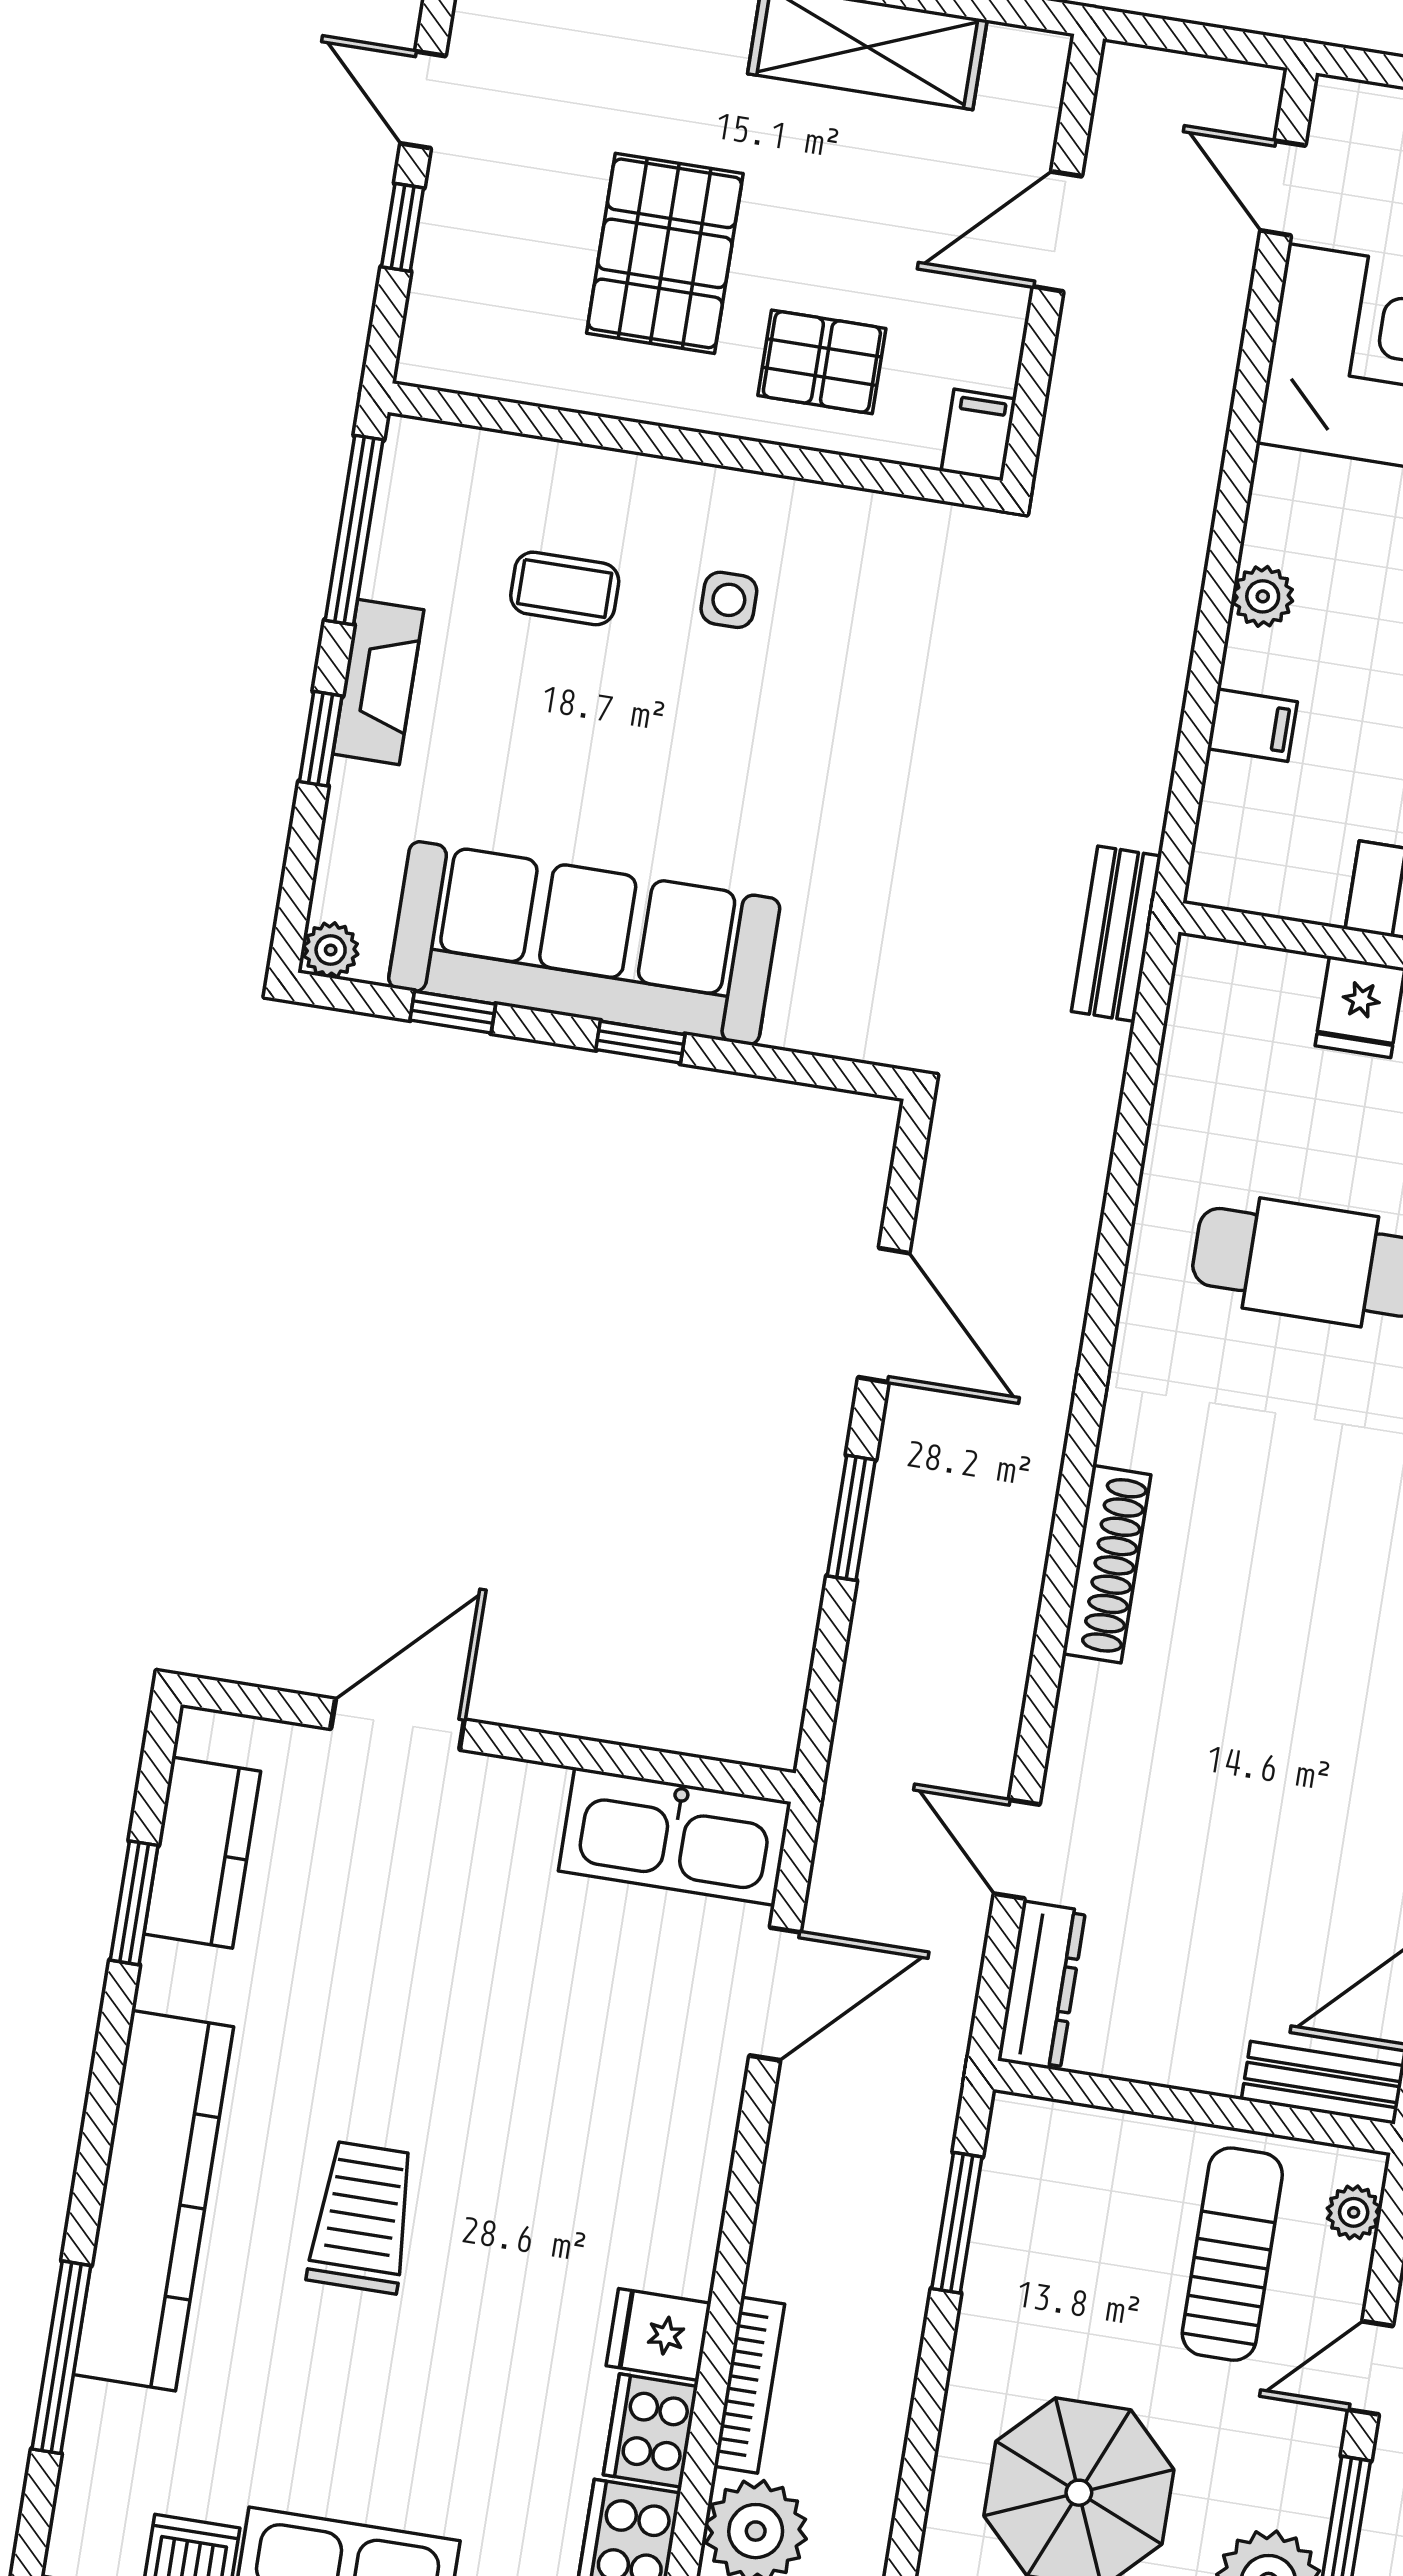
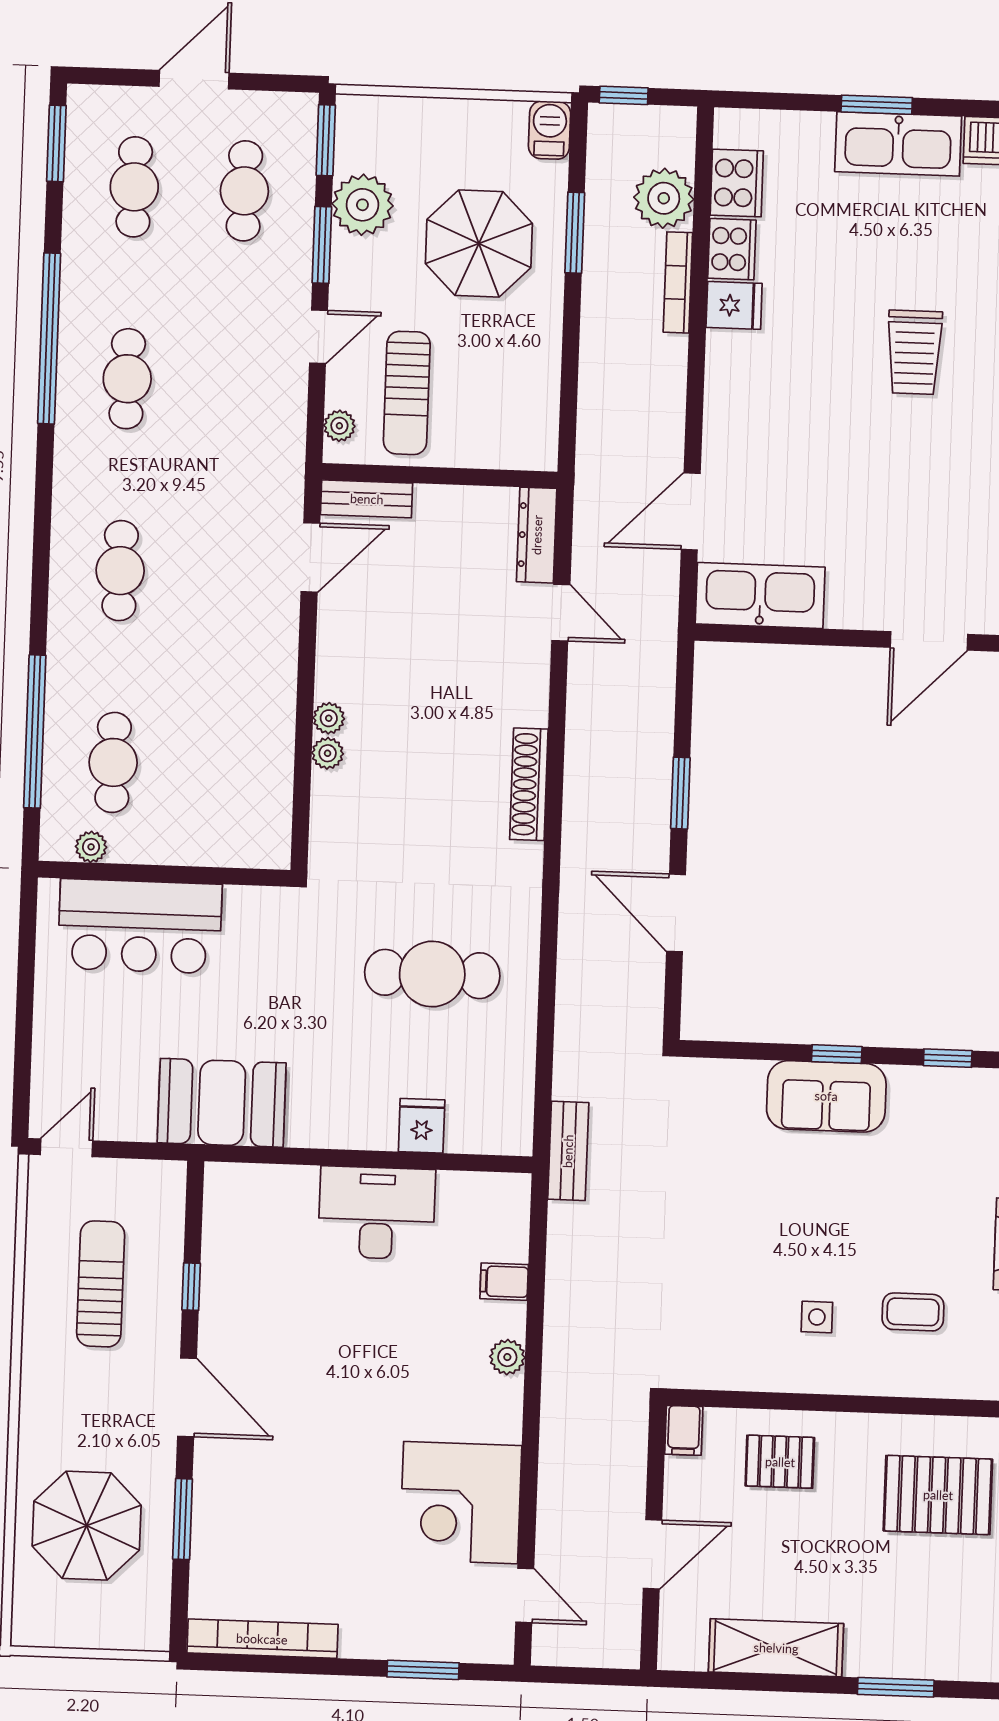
pallet: (665, 253) -> (938, 1495), moved, turned 90
sofa: (584, 943) -> (826, 1096), width x0.54, depth x0.79
window: (957, 2223) -> (575, 233), moved

